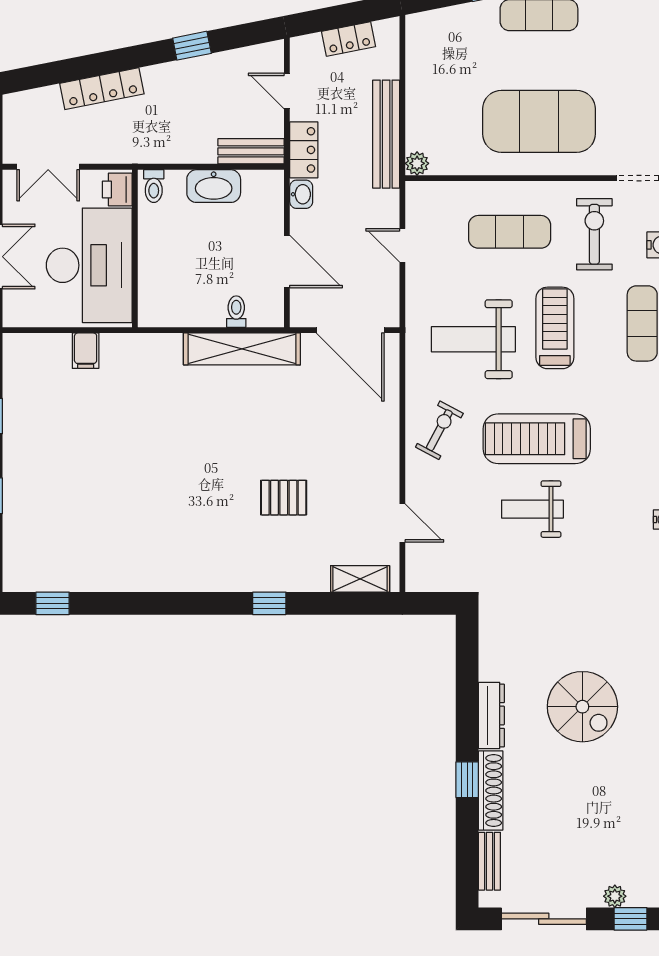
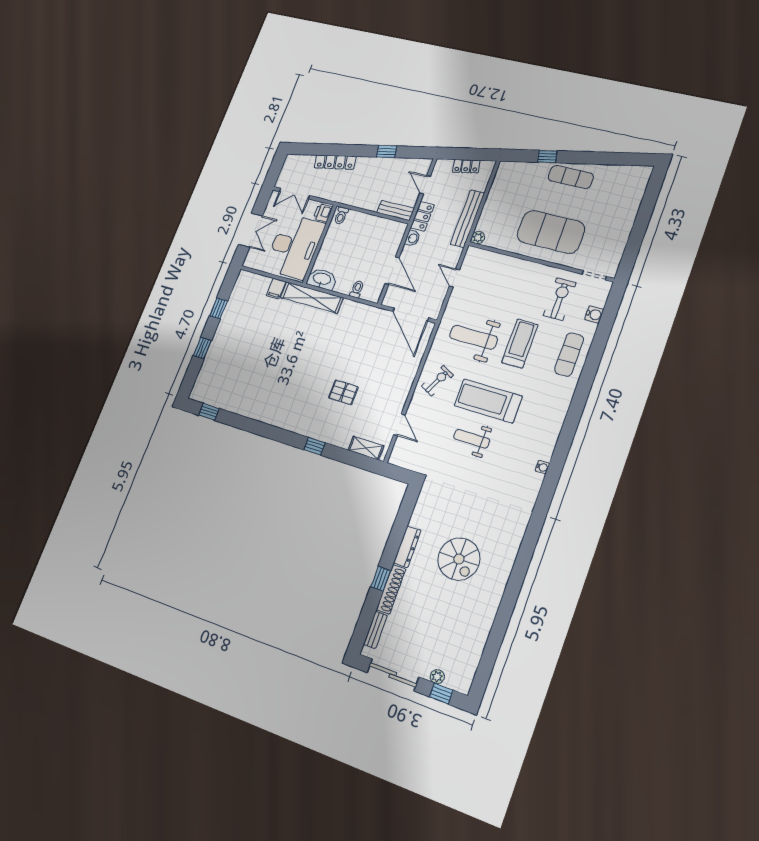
washbasin: (214, 186) -> (322, 279), moved, turned 180
exercise mat: (510, 232) -> (514, 286), removed
shelving: (242, 349) -> (312, 298), moved

